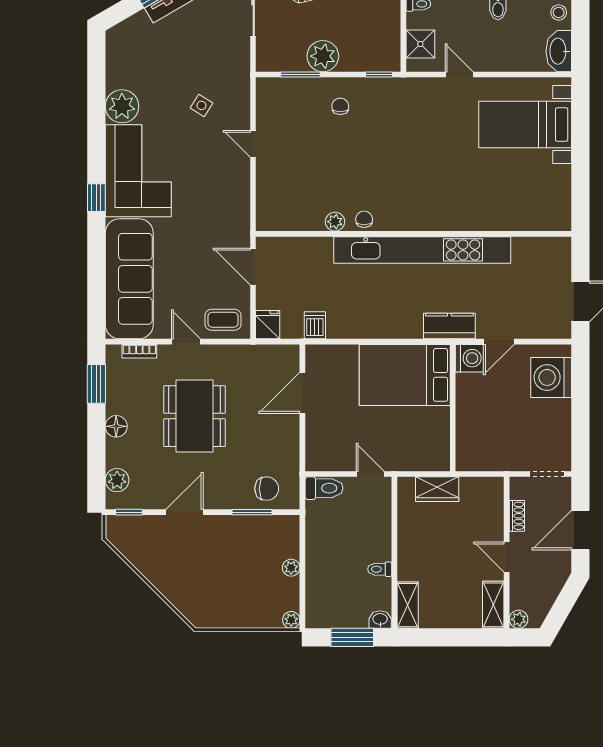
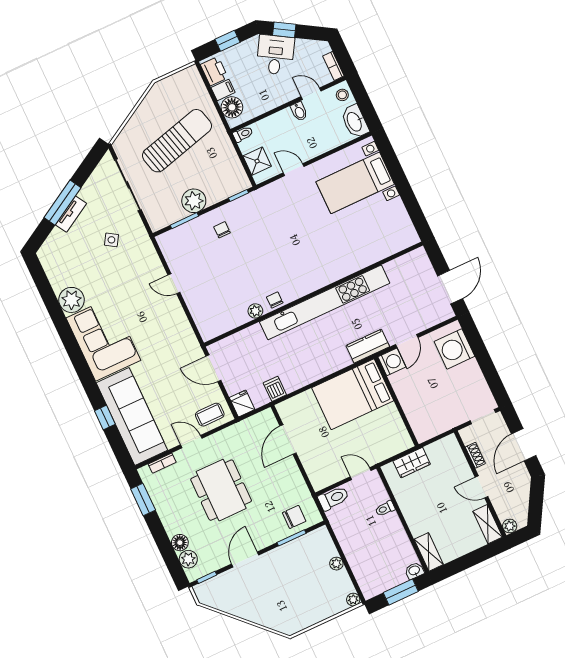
side table: (201, 105) -> (111, 240), moved
window: (96, 198) -> (105, 418), moved
floor lamp: (116, 426) -> (180, 543), moved
toilet: (380, 569) -> (385, 509), moved

